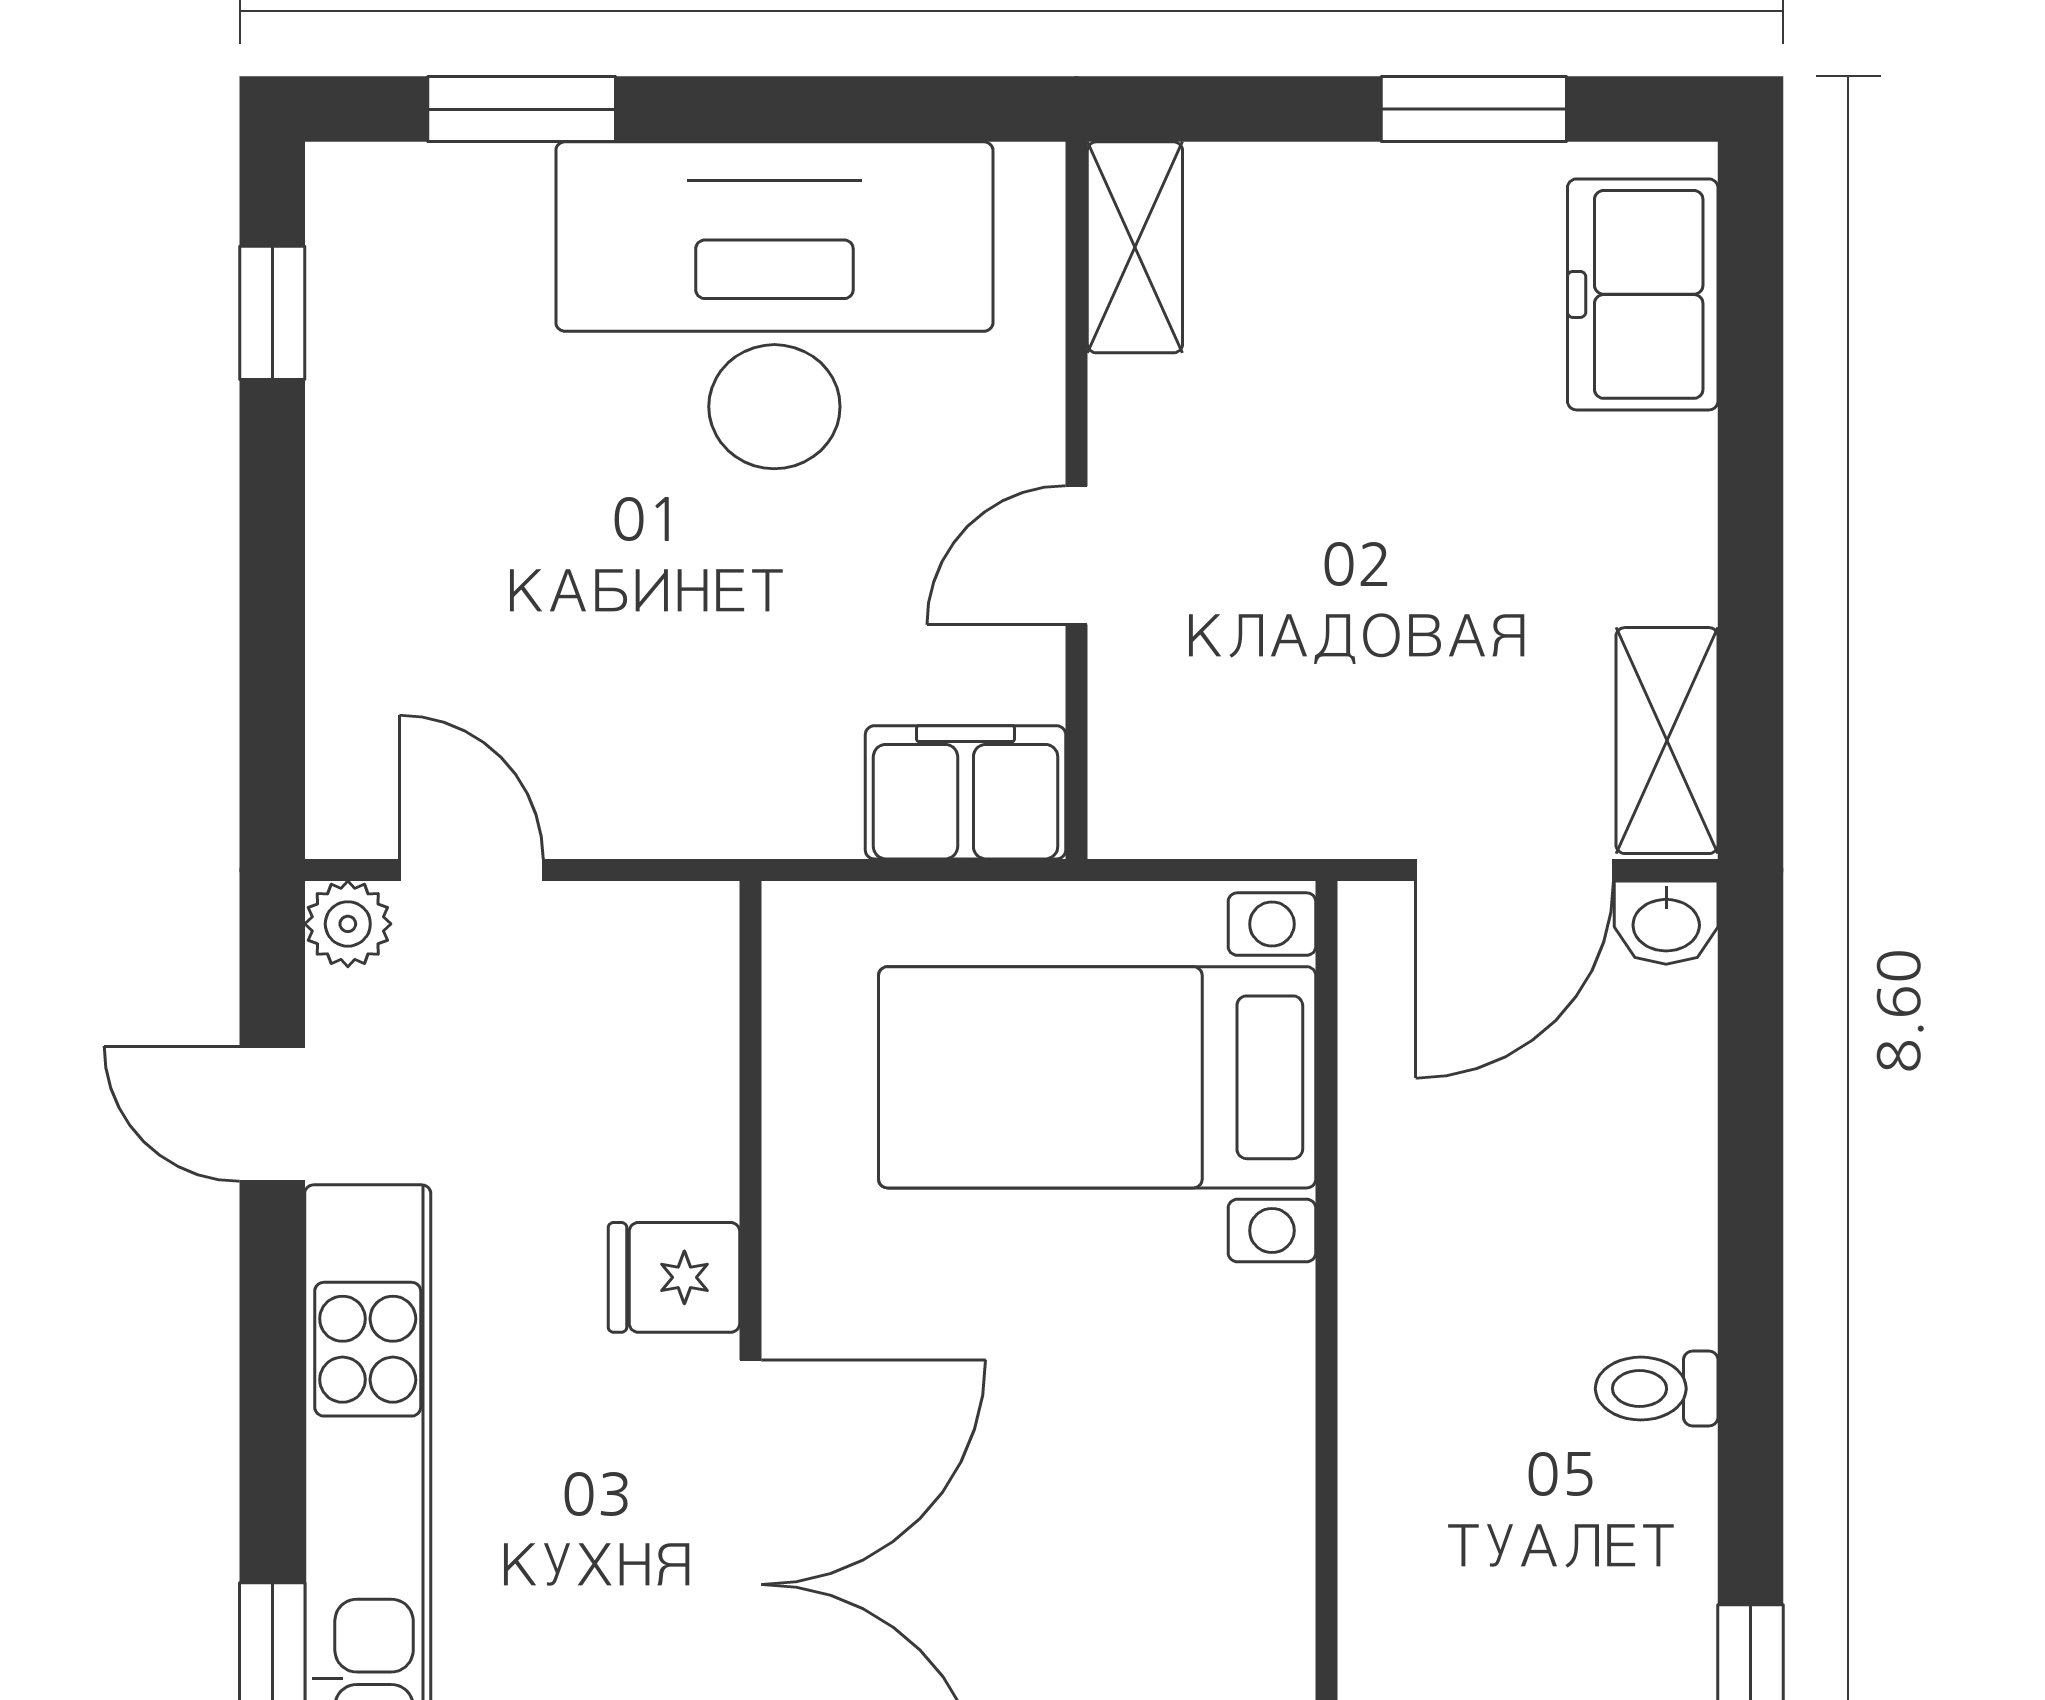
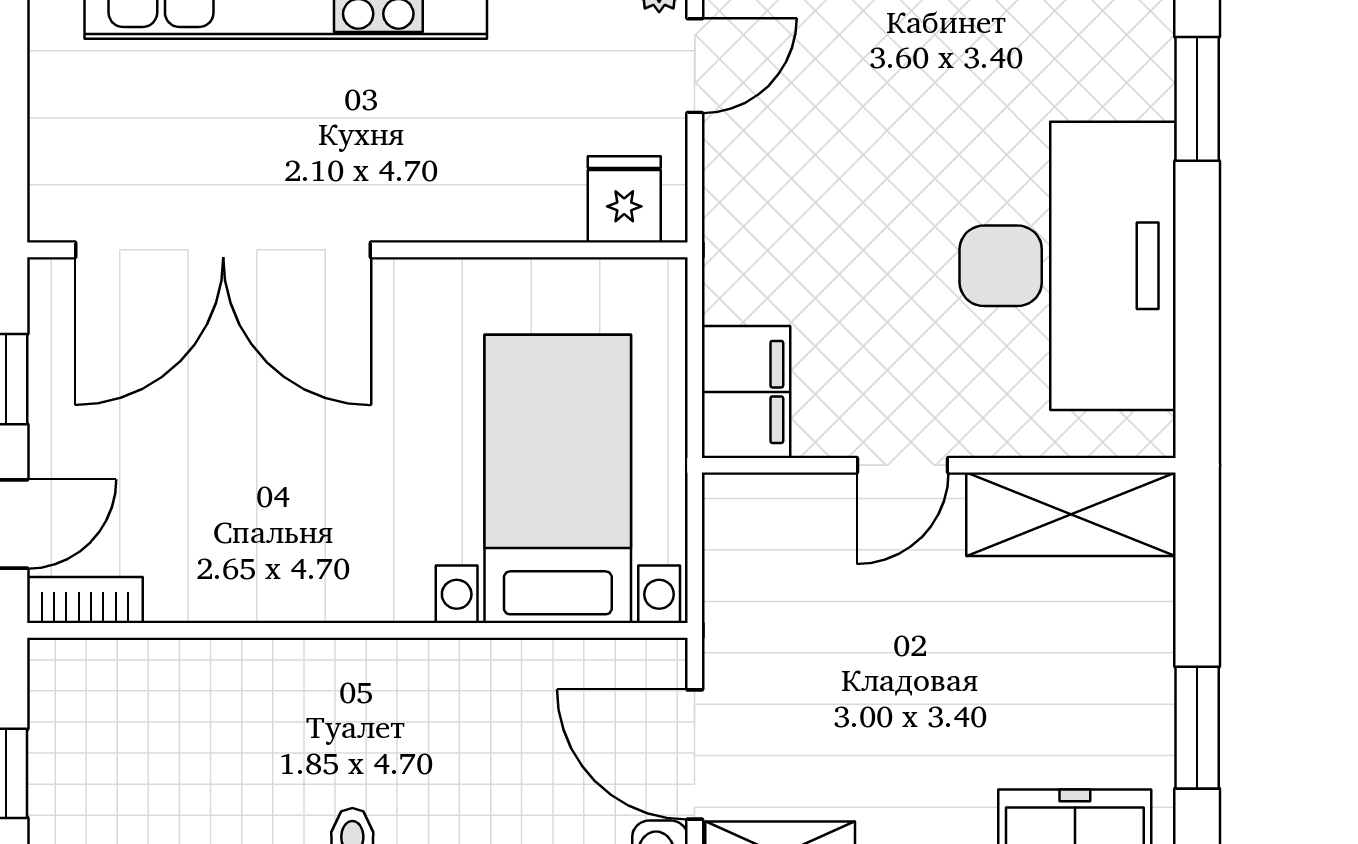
shelving: (1135, 247) -> (1071, 514), width x1.50, depth x1.33
door: (1077, 555) -> (903, 465), swing flipped
fridge: (674, 1277) -> (624, 199), moved

